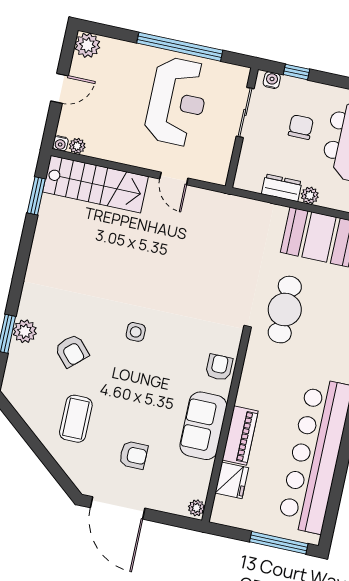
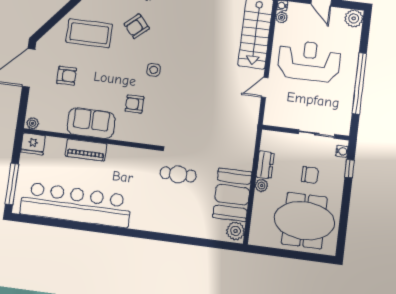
reception desk: (177, 102) -> (309, 61), moved, turned 180
cafe table: (285, 310) -> (178, 174), width x0.73, depth x0.74
armchair: (219, 367) -> (135, 104), moved, turned 180
coffee table: (76, 419) -> (89, 33), width x1.36, depth x1.32
armchair: (133, 455) -> (67, 76), turned -90
fridge: (232, 480) -> (33, 144), moved

